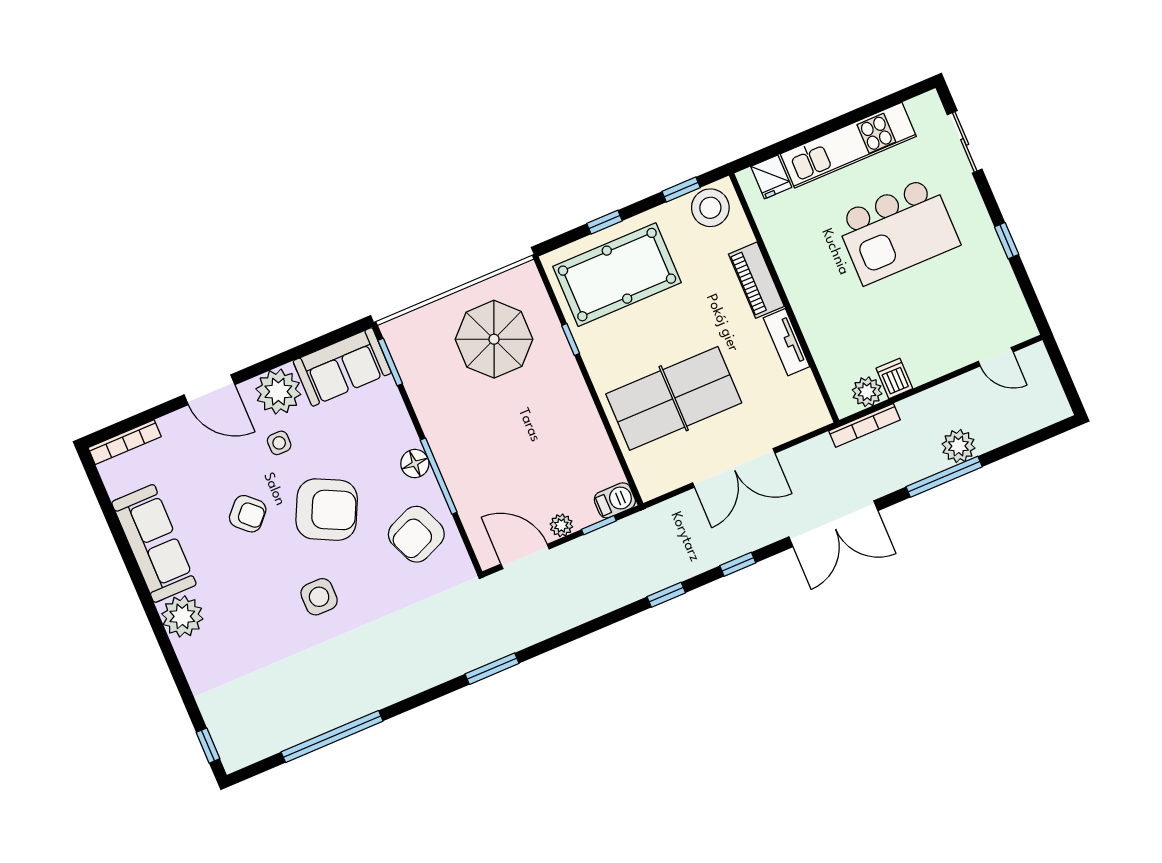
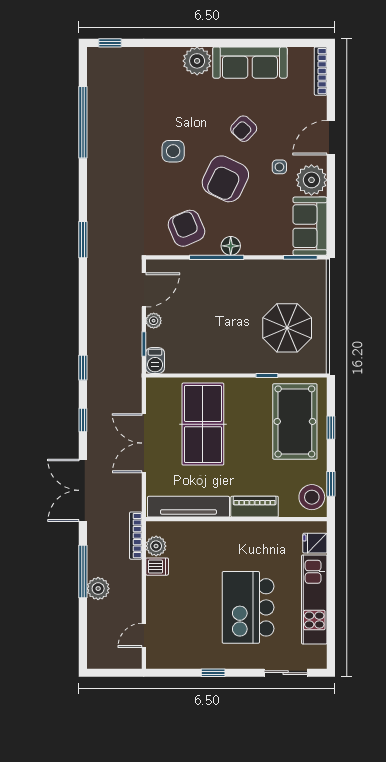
tv unit: (787, 342) -> (188, 507), width x1.92, depth x1.29

